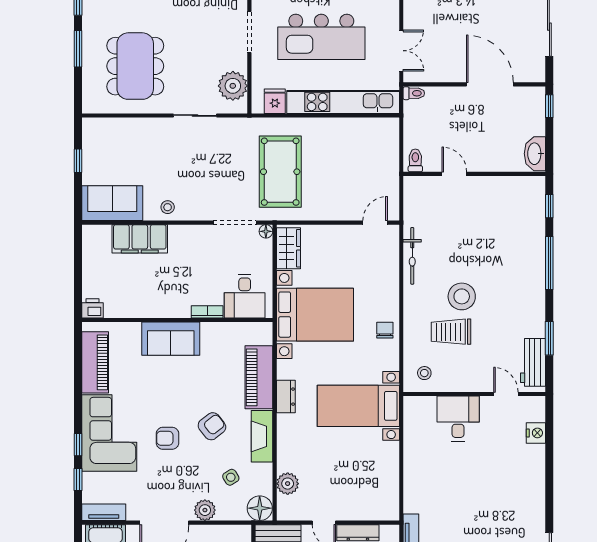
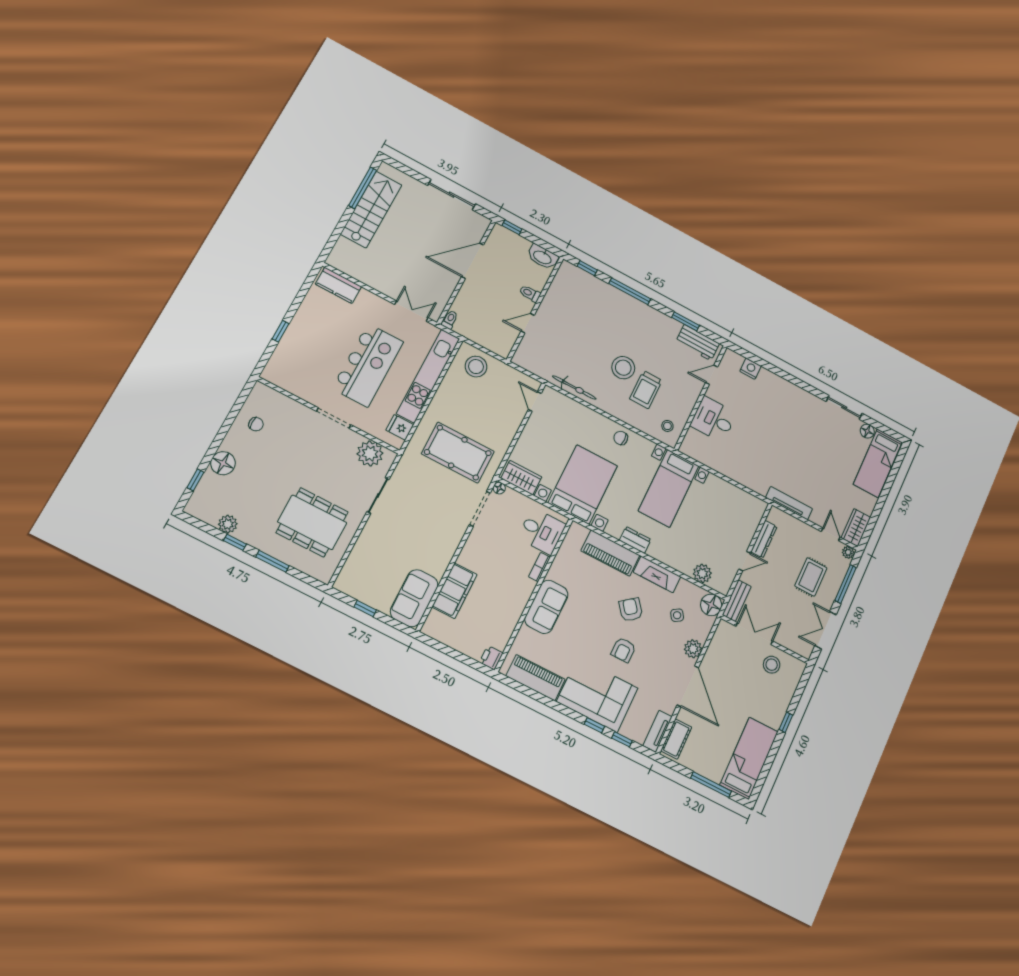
toilet: (415, 160) -> (530, 293), moved
stool: (168, 207) -> (476, 367), moved, width x1.89, depth x1.89

